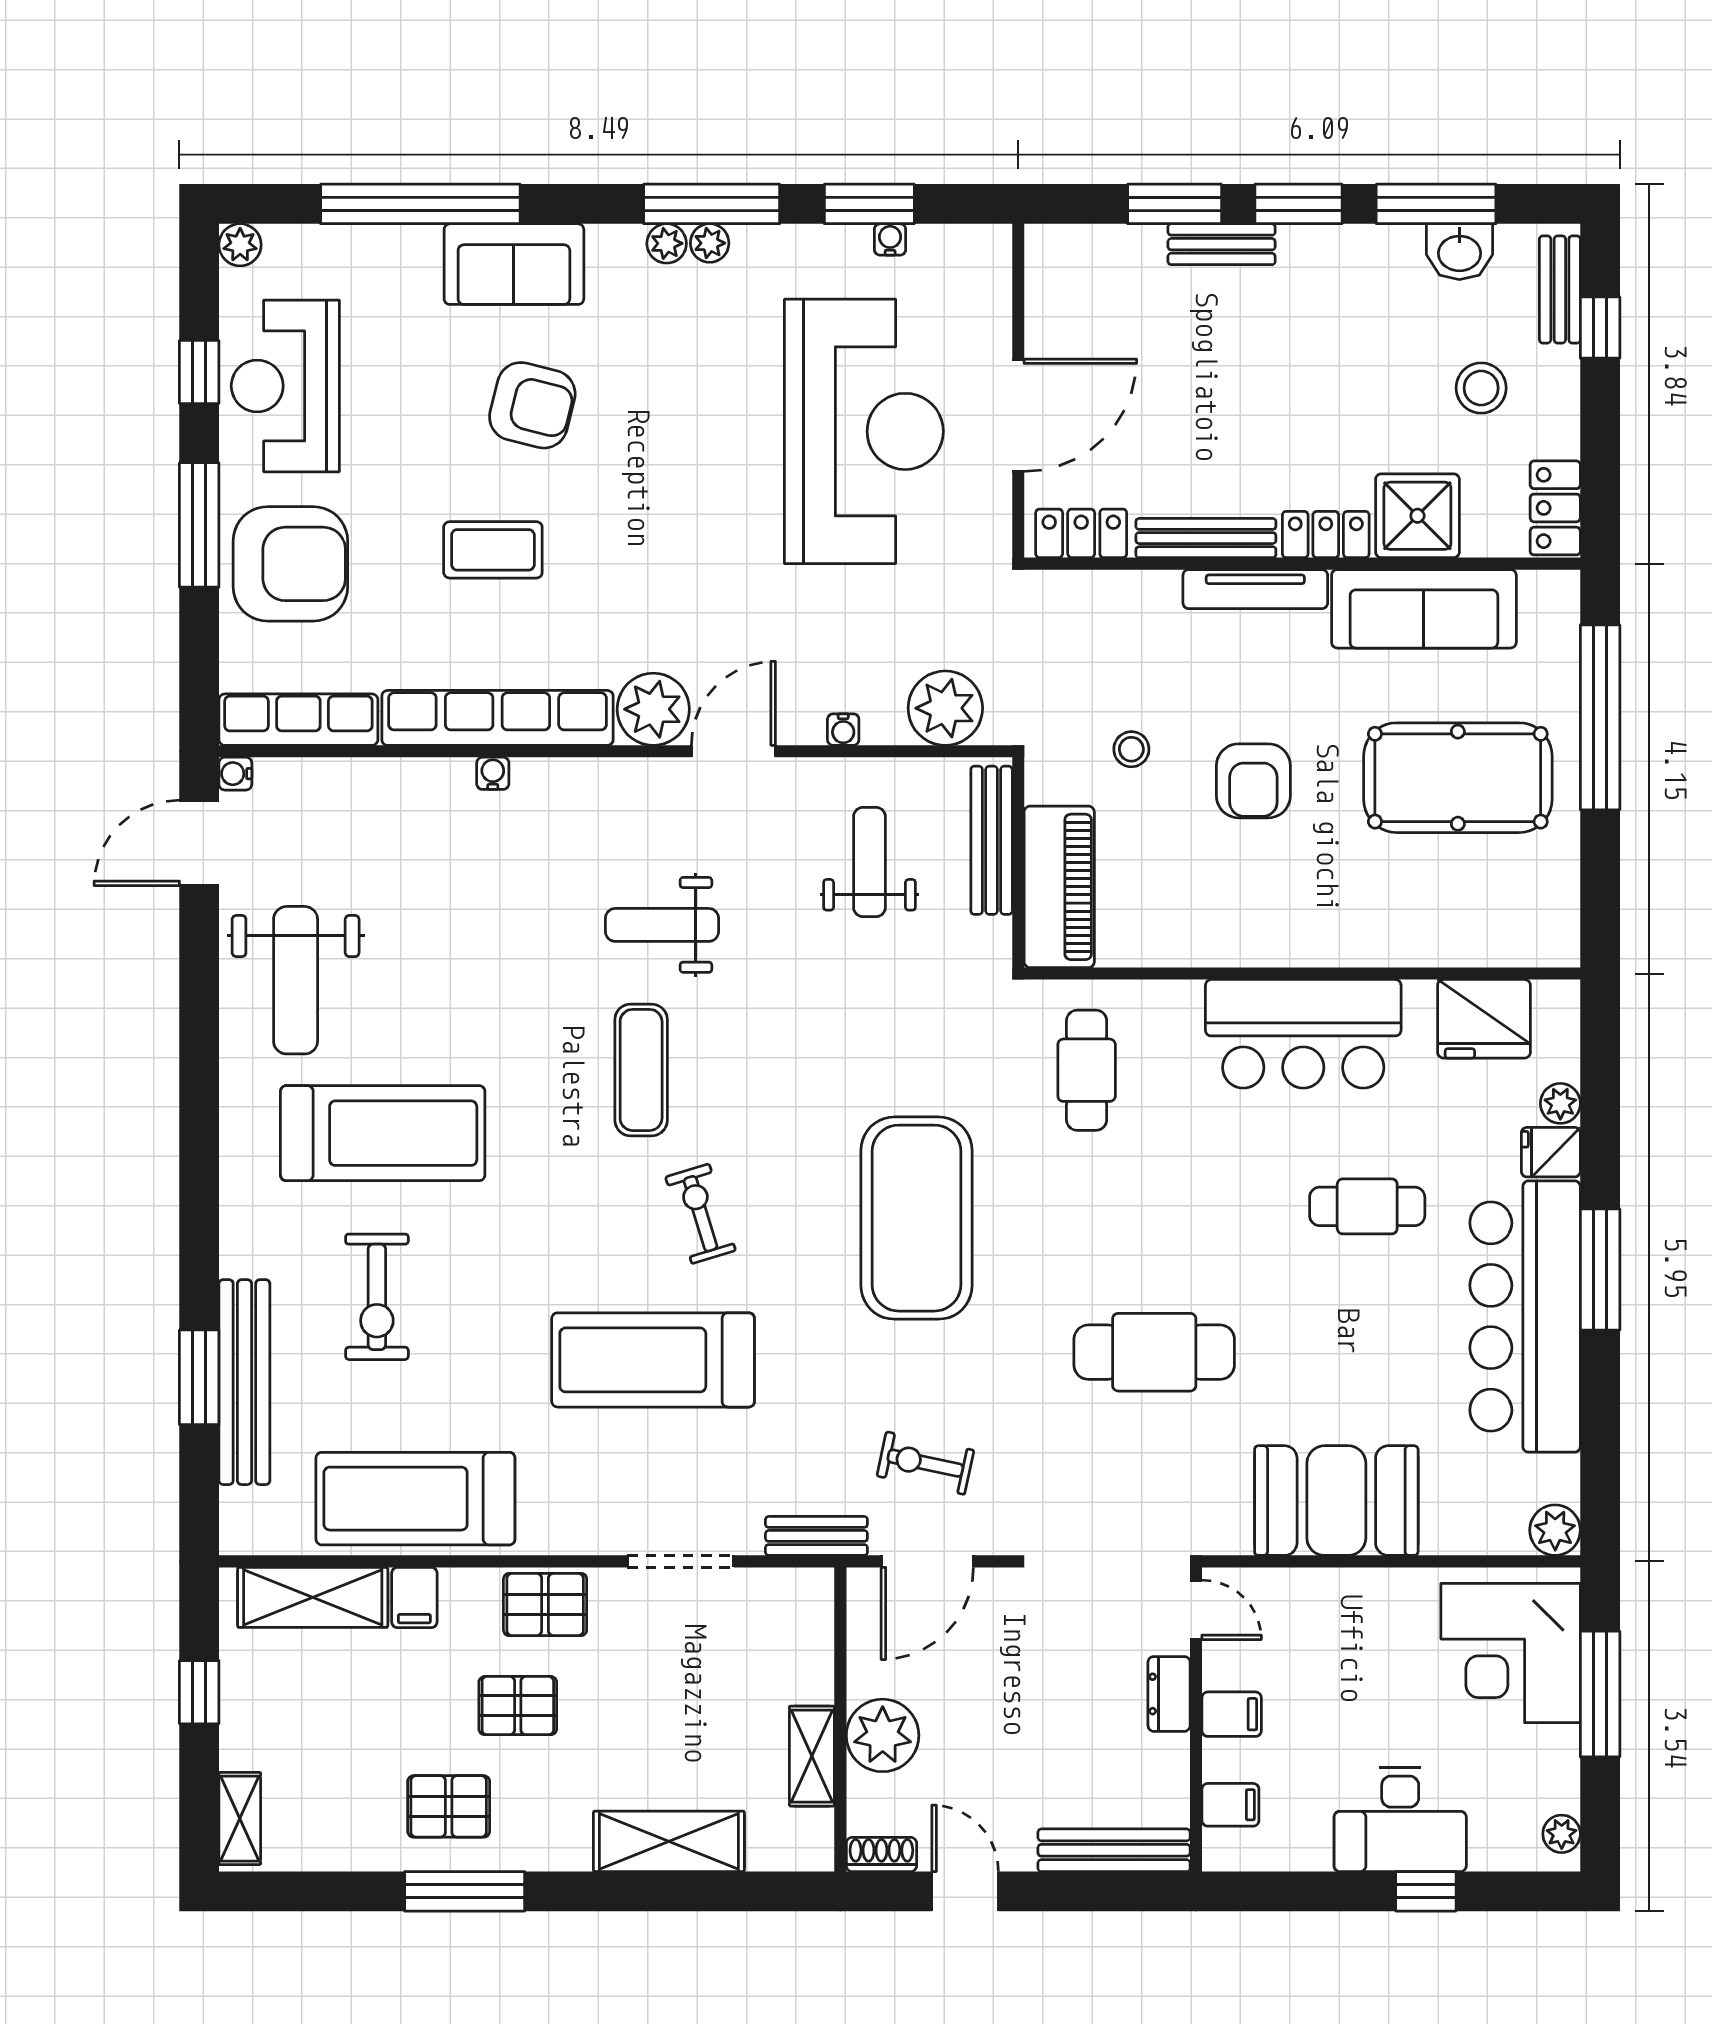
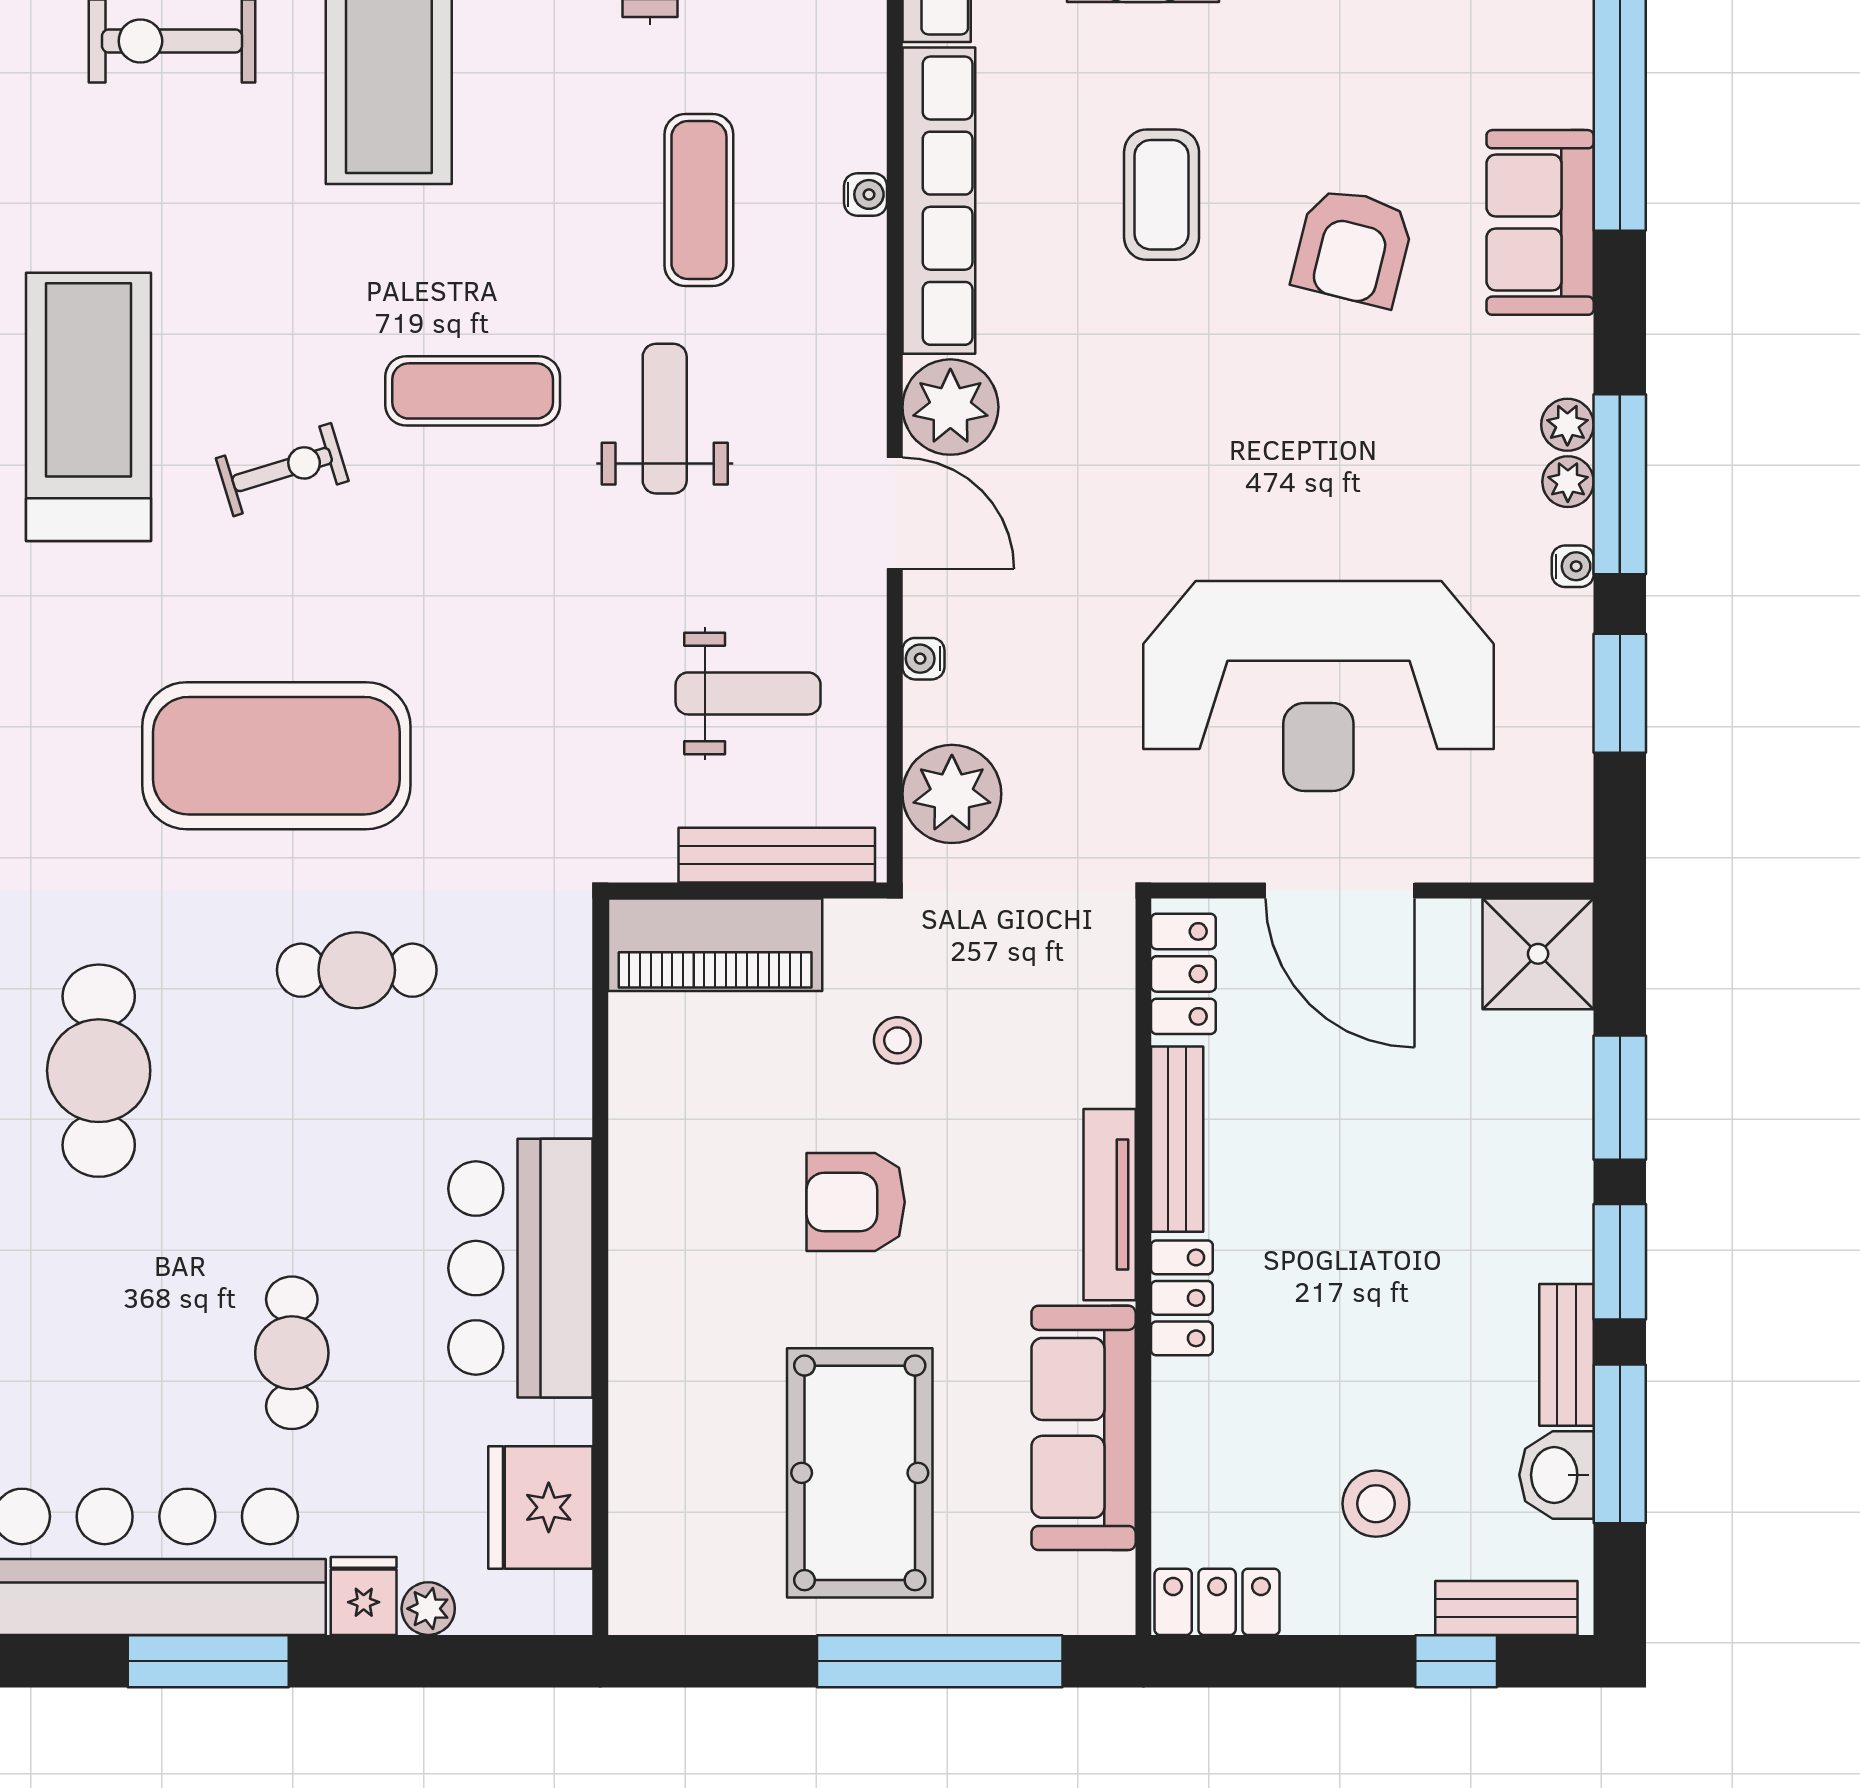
water cooler: (890, 239) -> (1573, 566), moved
bench: (1222, 244) -> (1566, 1355), moved
shower: (1417, 516) -> (1538, 954), moved
exercise mat: (497, 899) -> (699, 200), added
cafe table: (1087, 1070) -> (357, 970), moved

